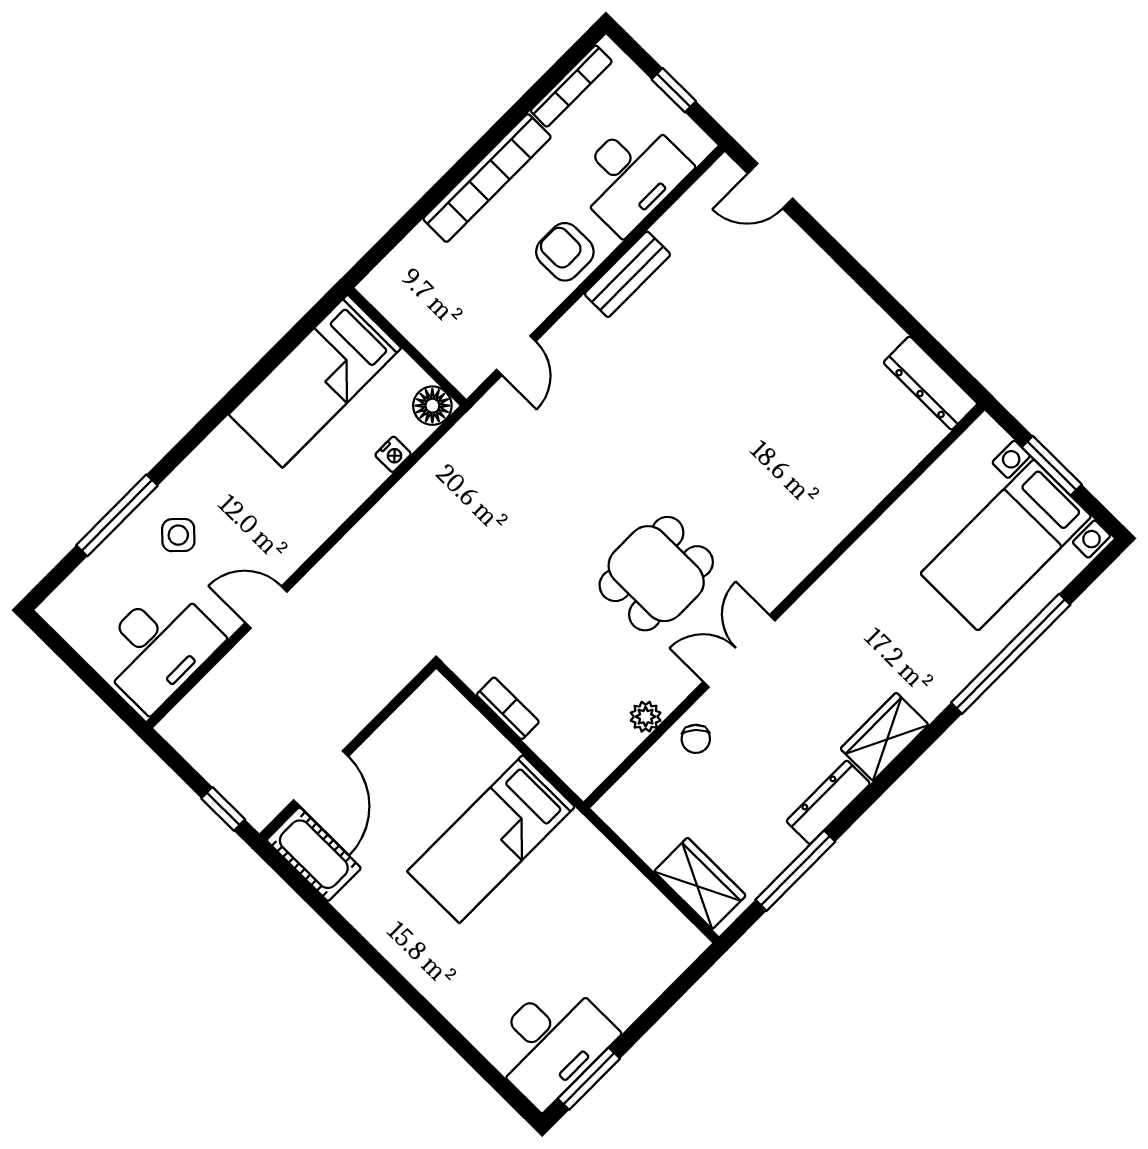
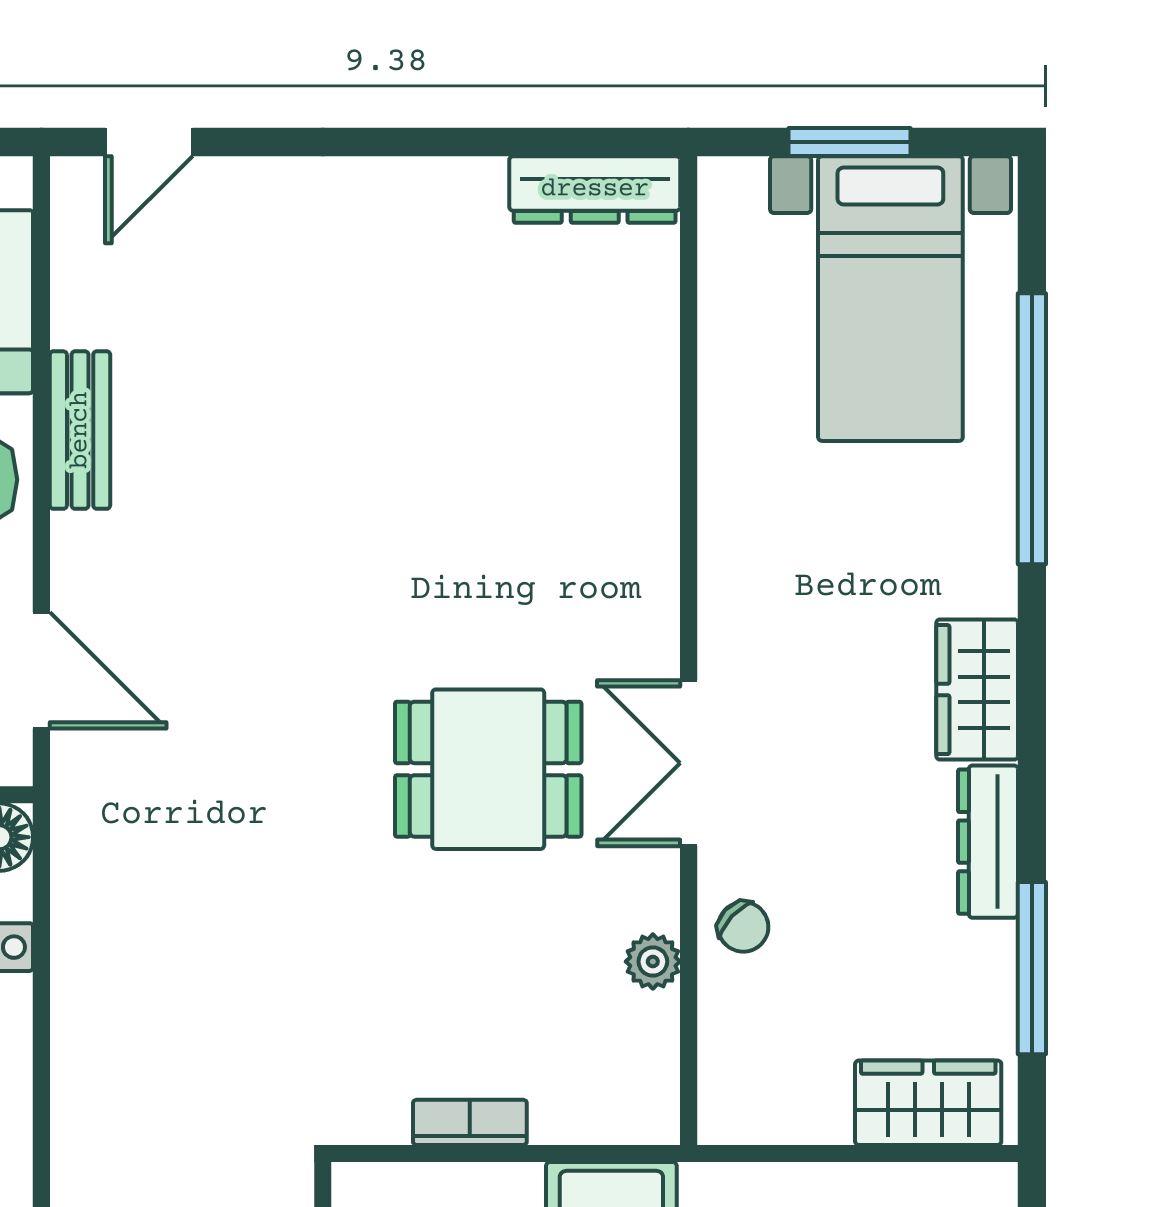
door: (516, 356) -> (41, 670), width x1.38
dining table: (656, 574) -> (488, 769), turned 90

